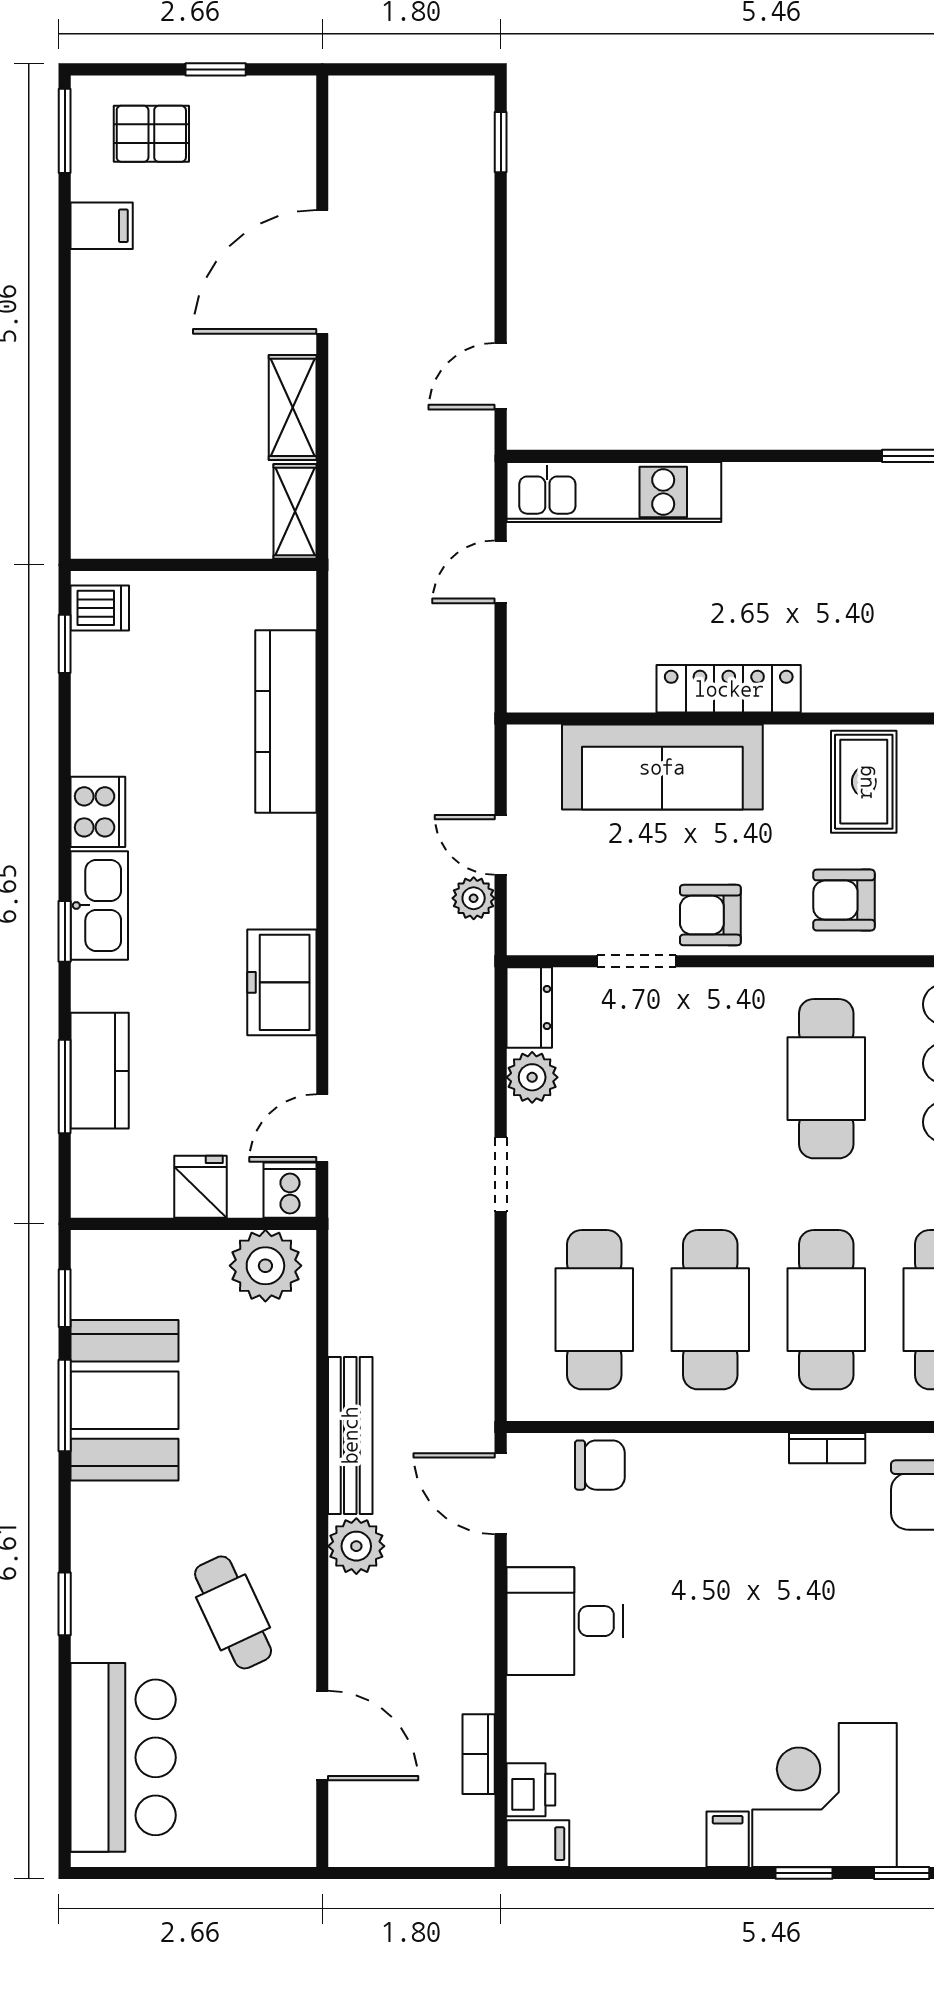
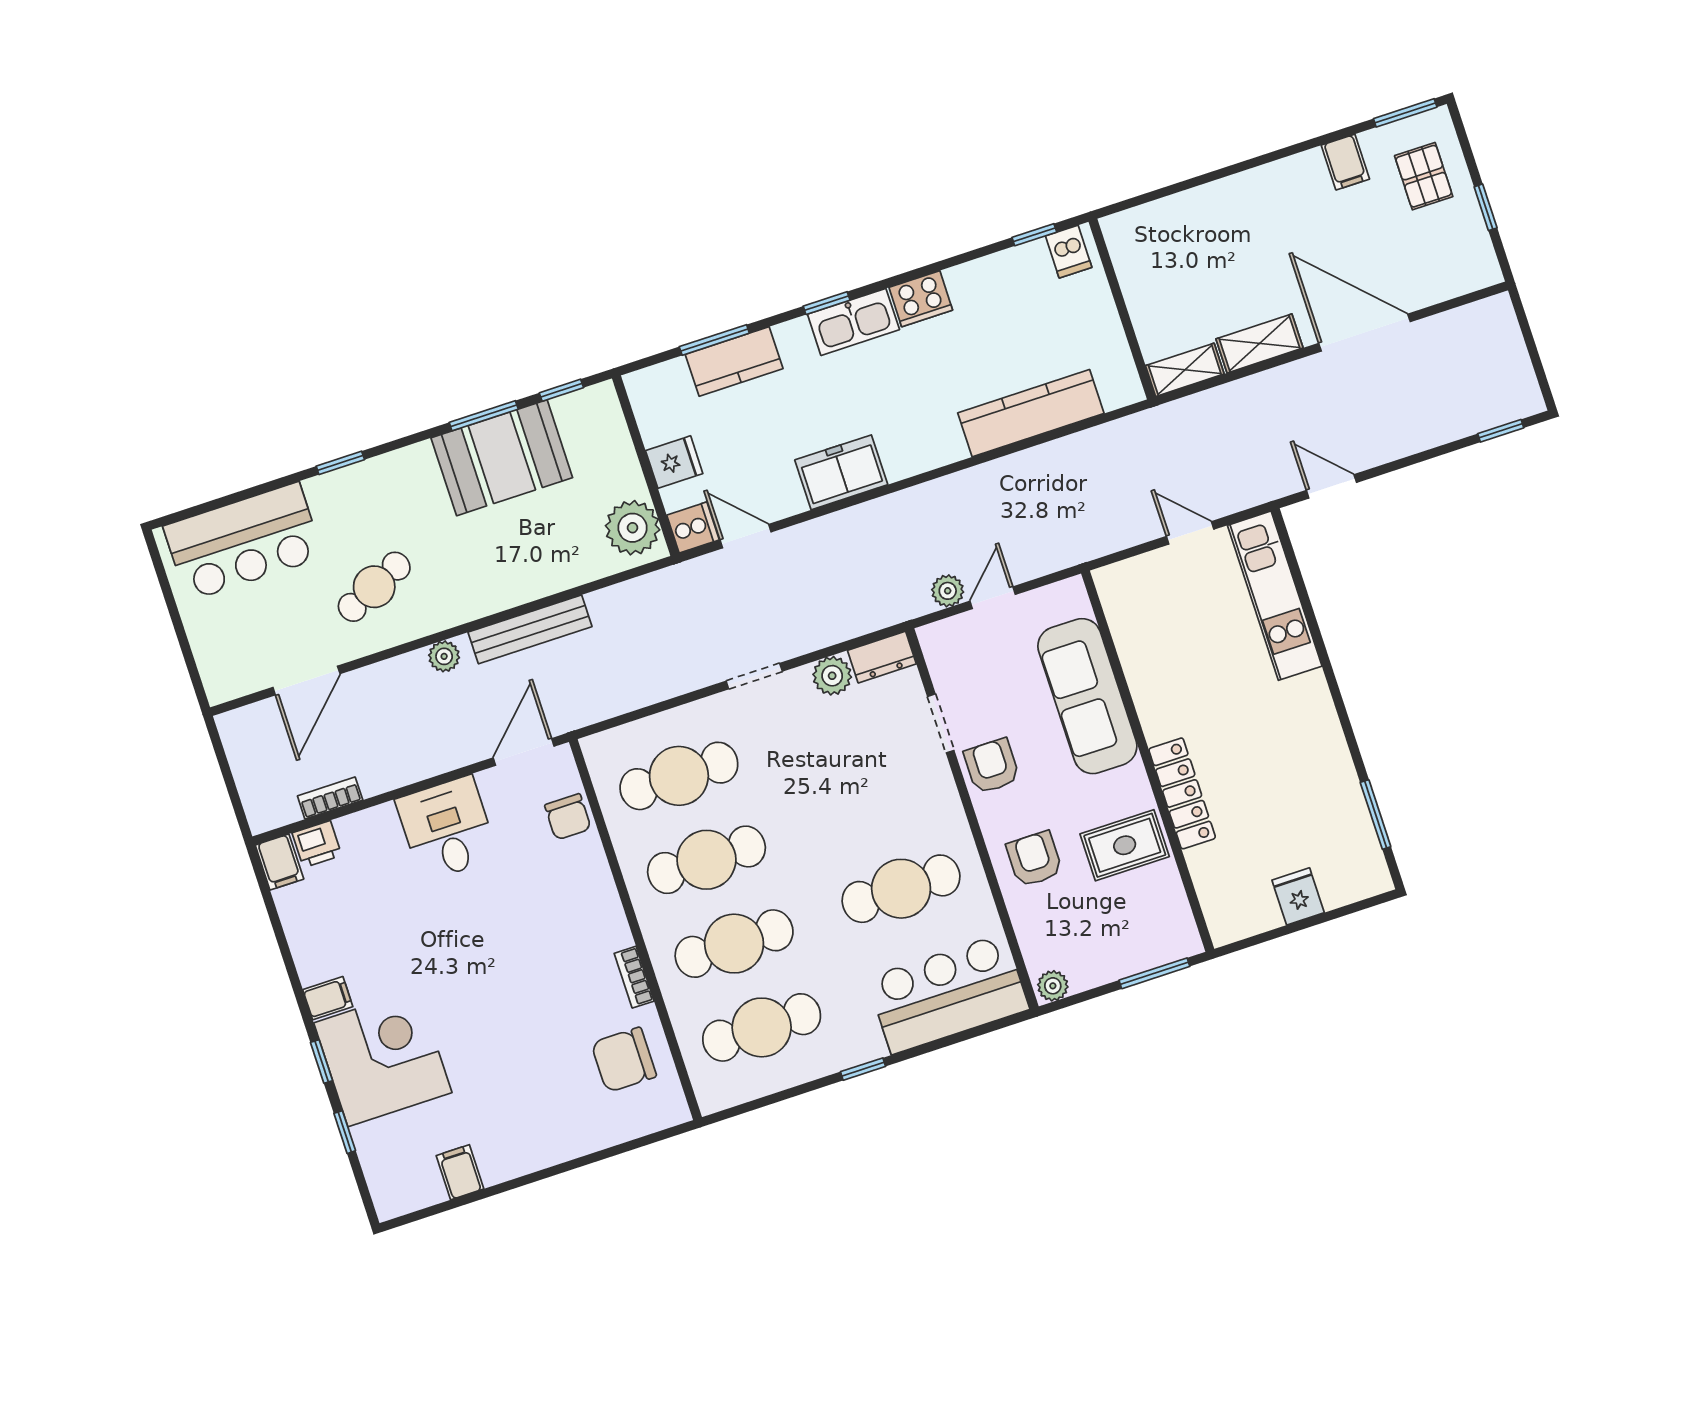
locker: (729, 689) -> (1182, 793), moved
plant: (356, 1546) -> (444, 656), width x0.73, depth x0.73

